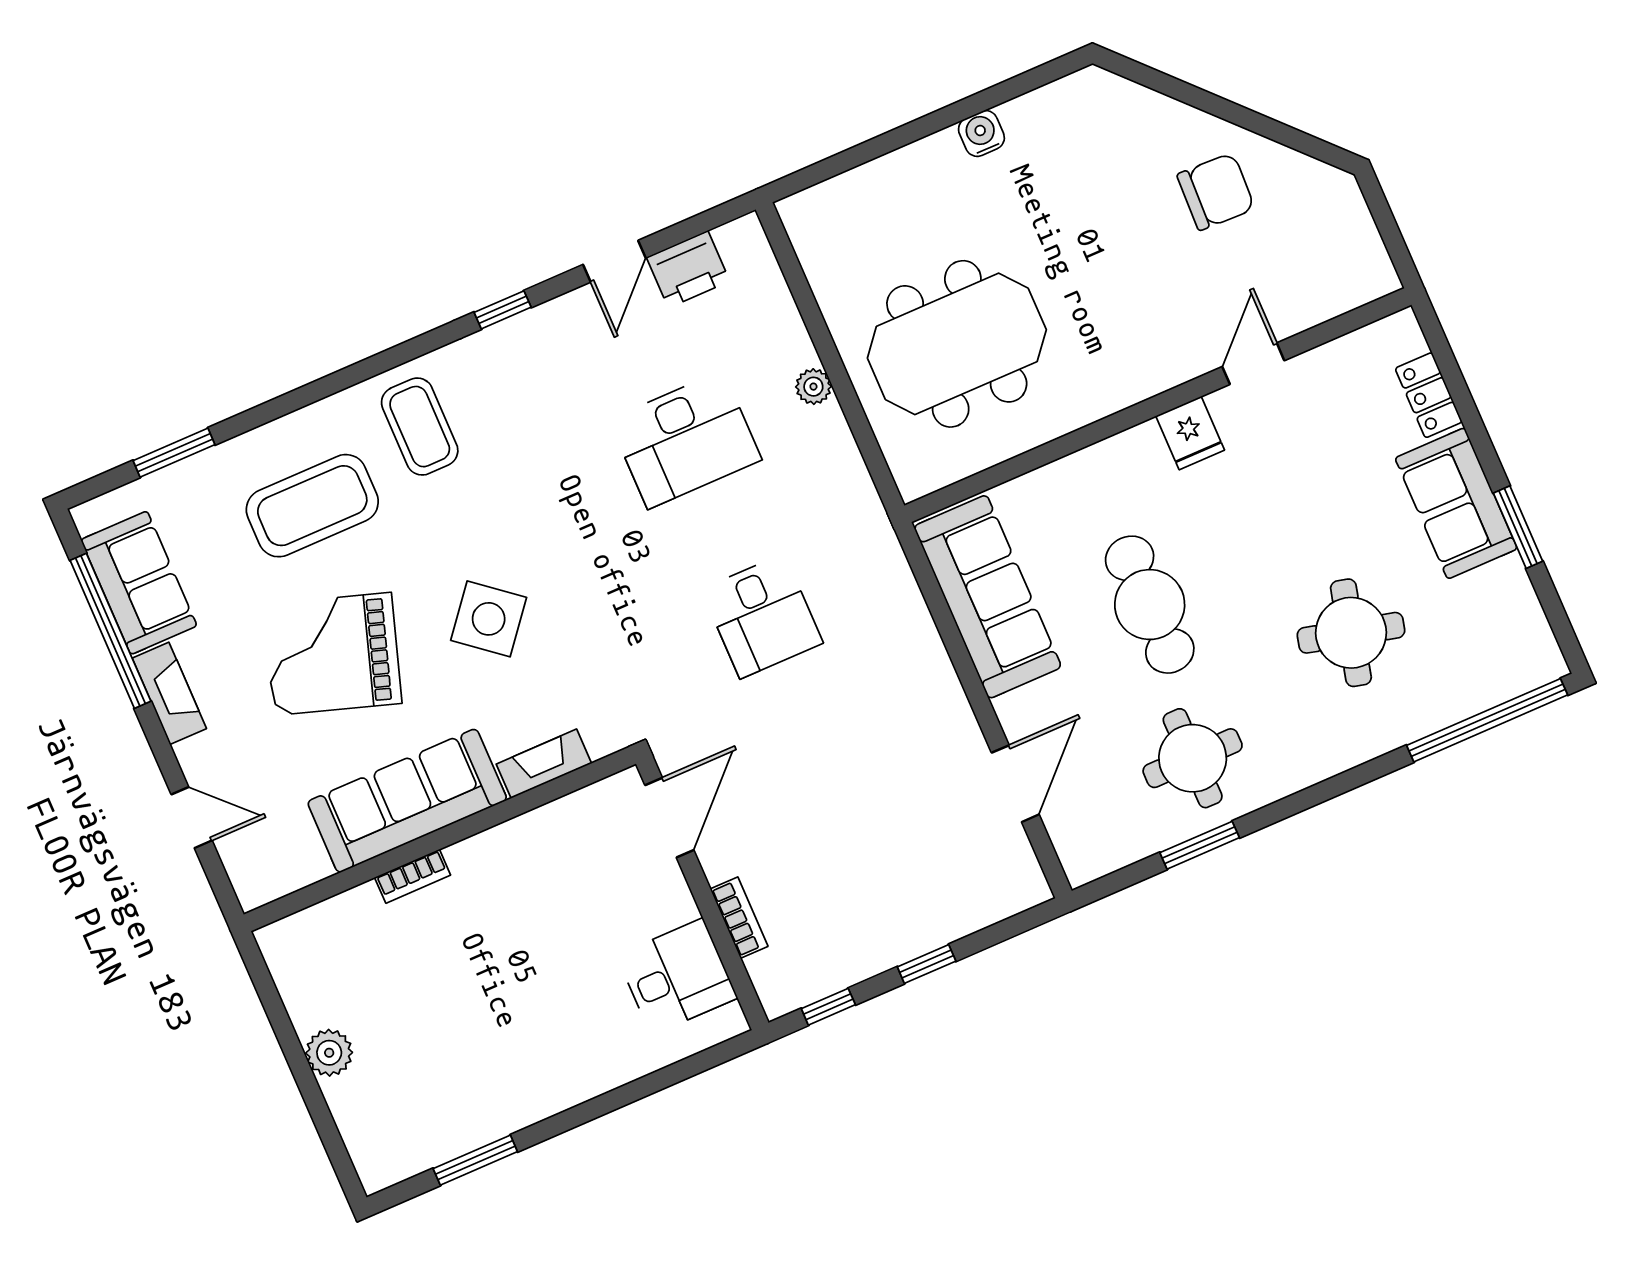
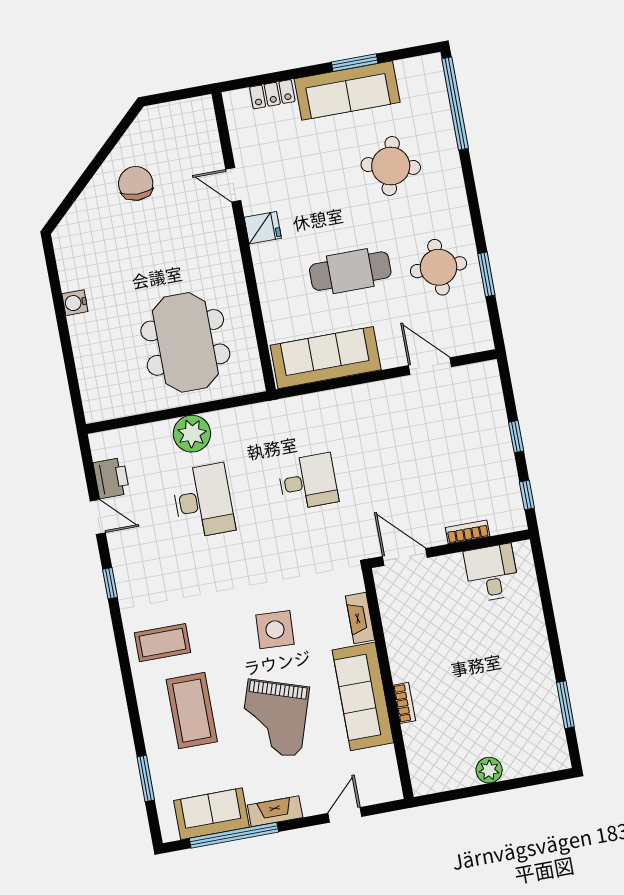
plant: (813, 387) -> (192, 434), width x1.87, depth x1.87
sofa: (1456, 503) -> (347, 91), width x1.36
side table: (489, 619) -> (275, 630), turned -36

